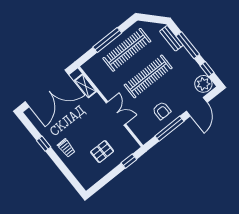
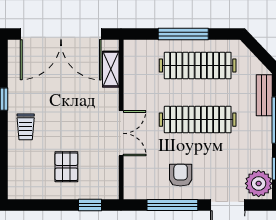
armchair: (162, 111) -> (181, 175), turned 180
pallet: (102, 152) -> (66, 167), turned 90

